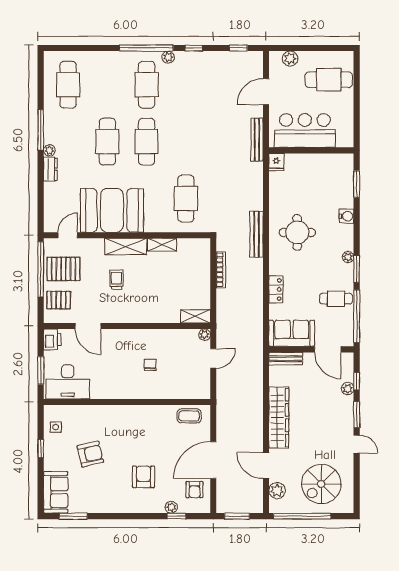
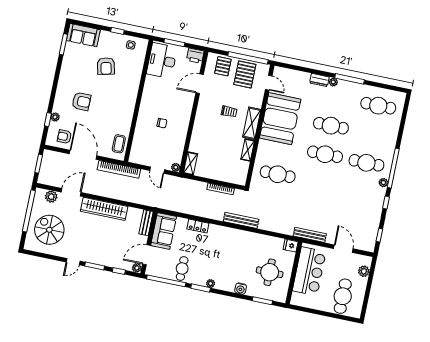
round table: (297, 232) -> (270, 272), moved
plant: (348, 389) -> (137, 268), moved
bookcase: (223, 409) -> (119, 169), added

